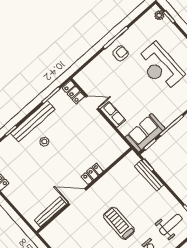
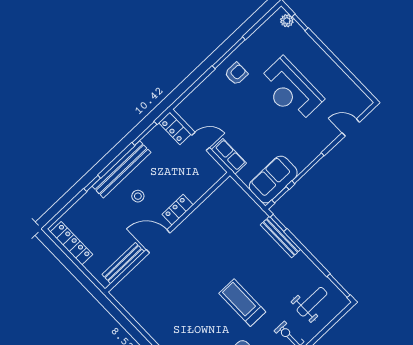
locker: (92, 174) -> (178, 210), moved
wall: (84, 190) -> (168, 232), moved
door: (77, 197) -> (158, 241), moved
bench: (50, 212) -> (123, 263), moved

